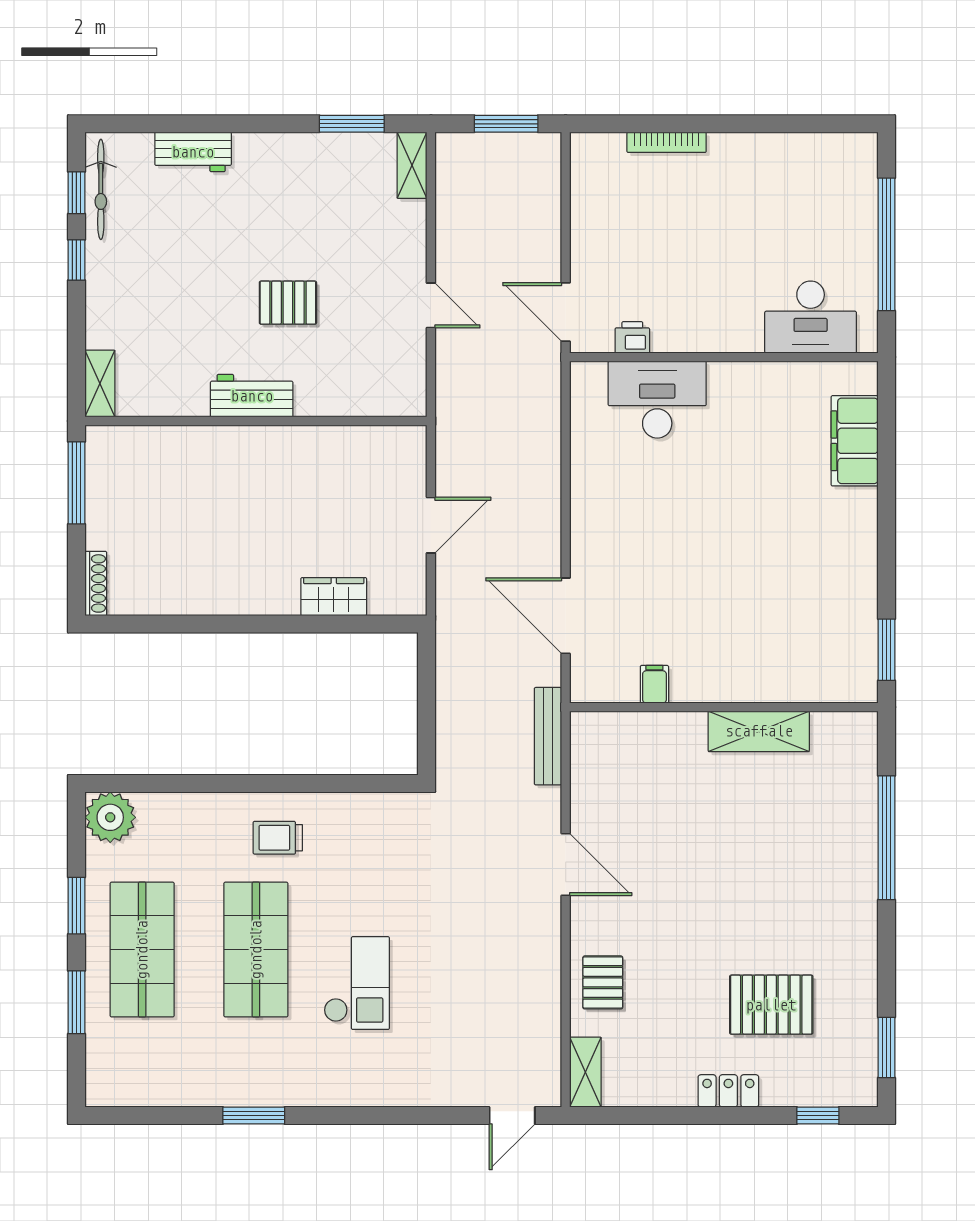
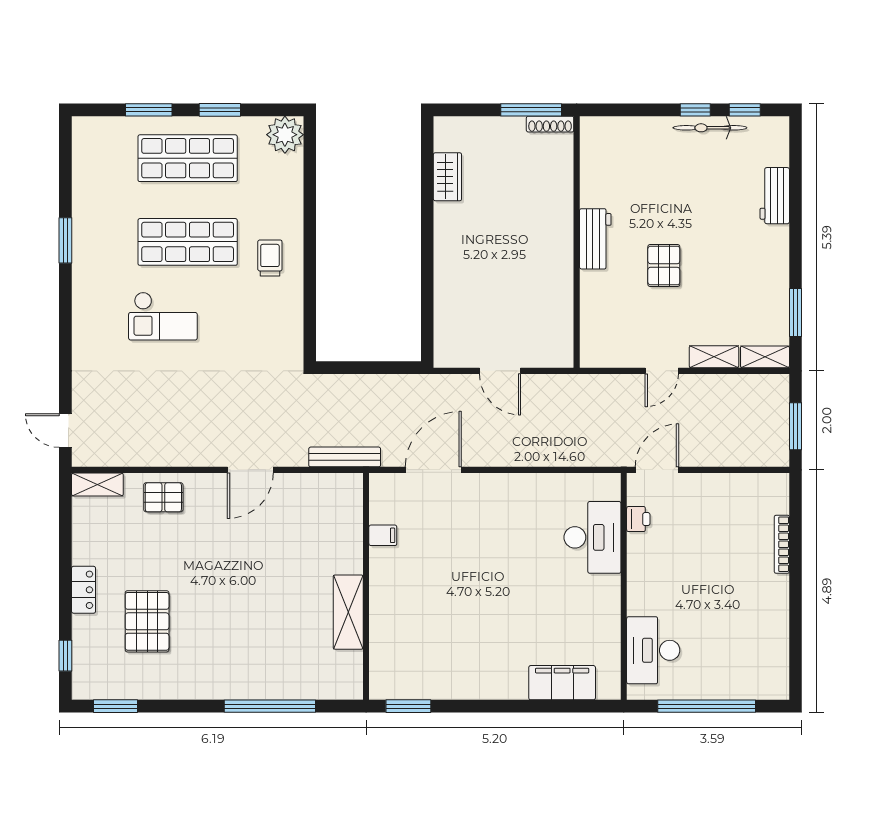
bicycle: (101, 189) -> (710, 128), moved
shelving: (100, 384) -> (714, 357), moved
shoe rack: (96, 583) -> (550, 124), moved
wardrobe: (334, 597) -> (447, 177), moved

